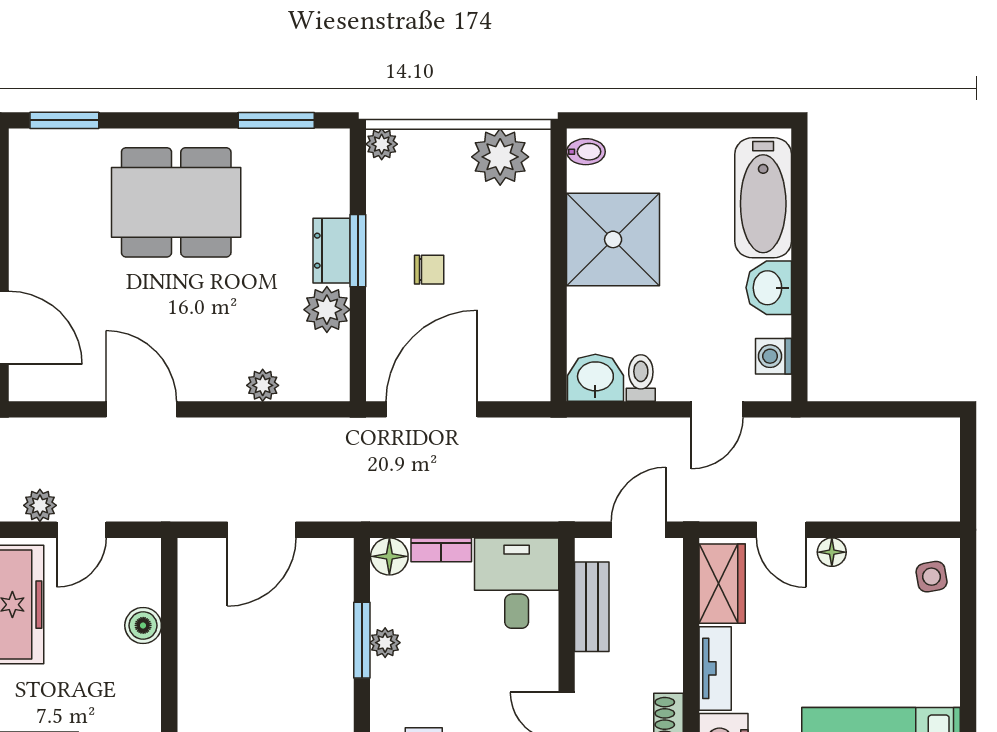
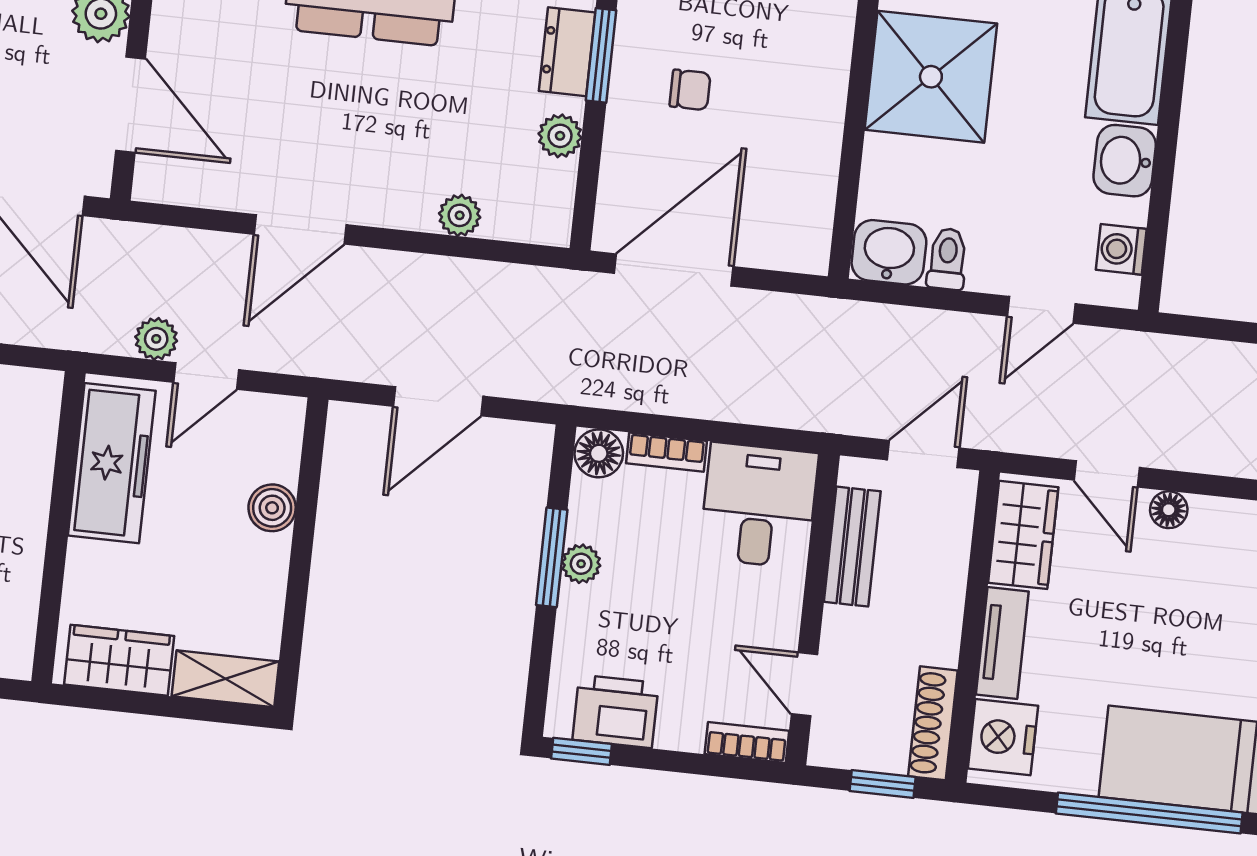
plant: (327, 310) -> (560, 136), width x0.73, depth x0.73
door: (141, 409) -> (300, 229), swing flipped

